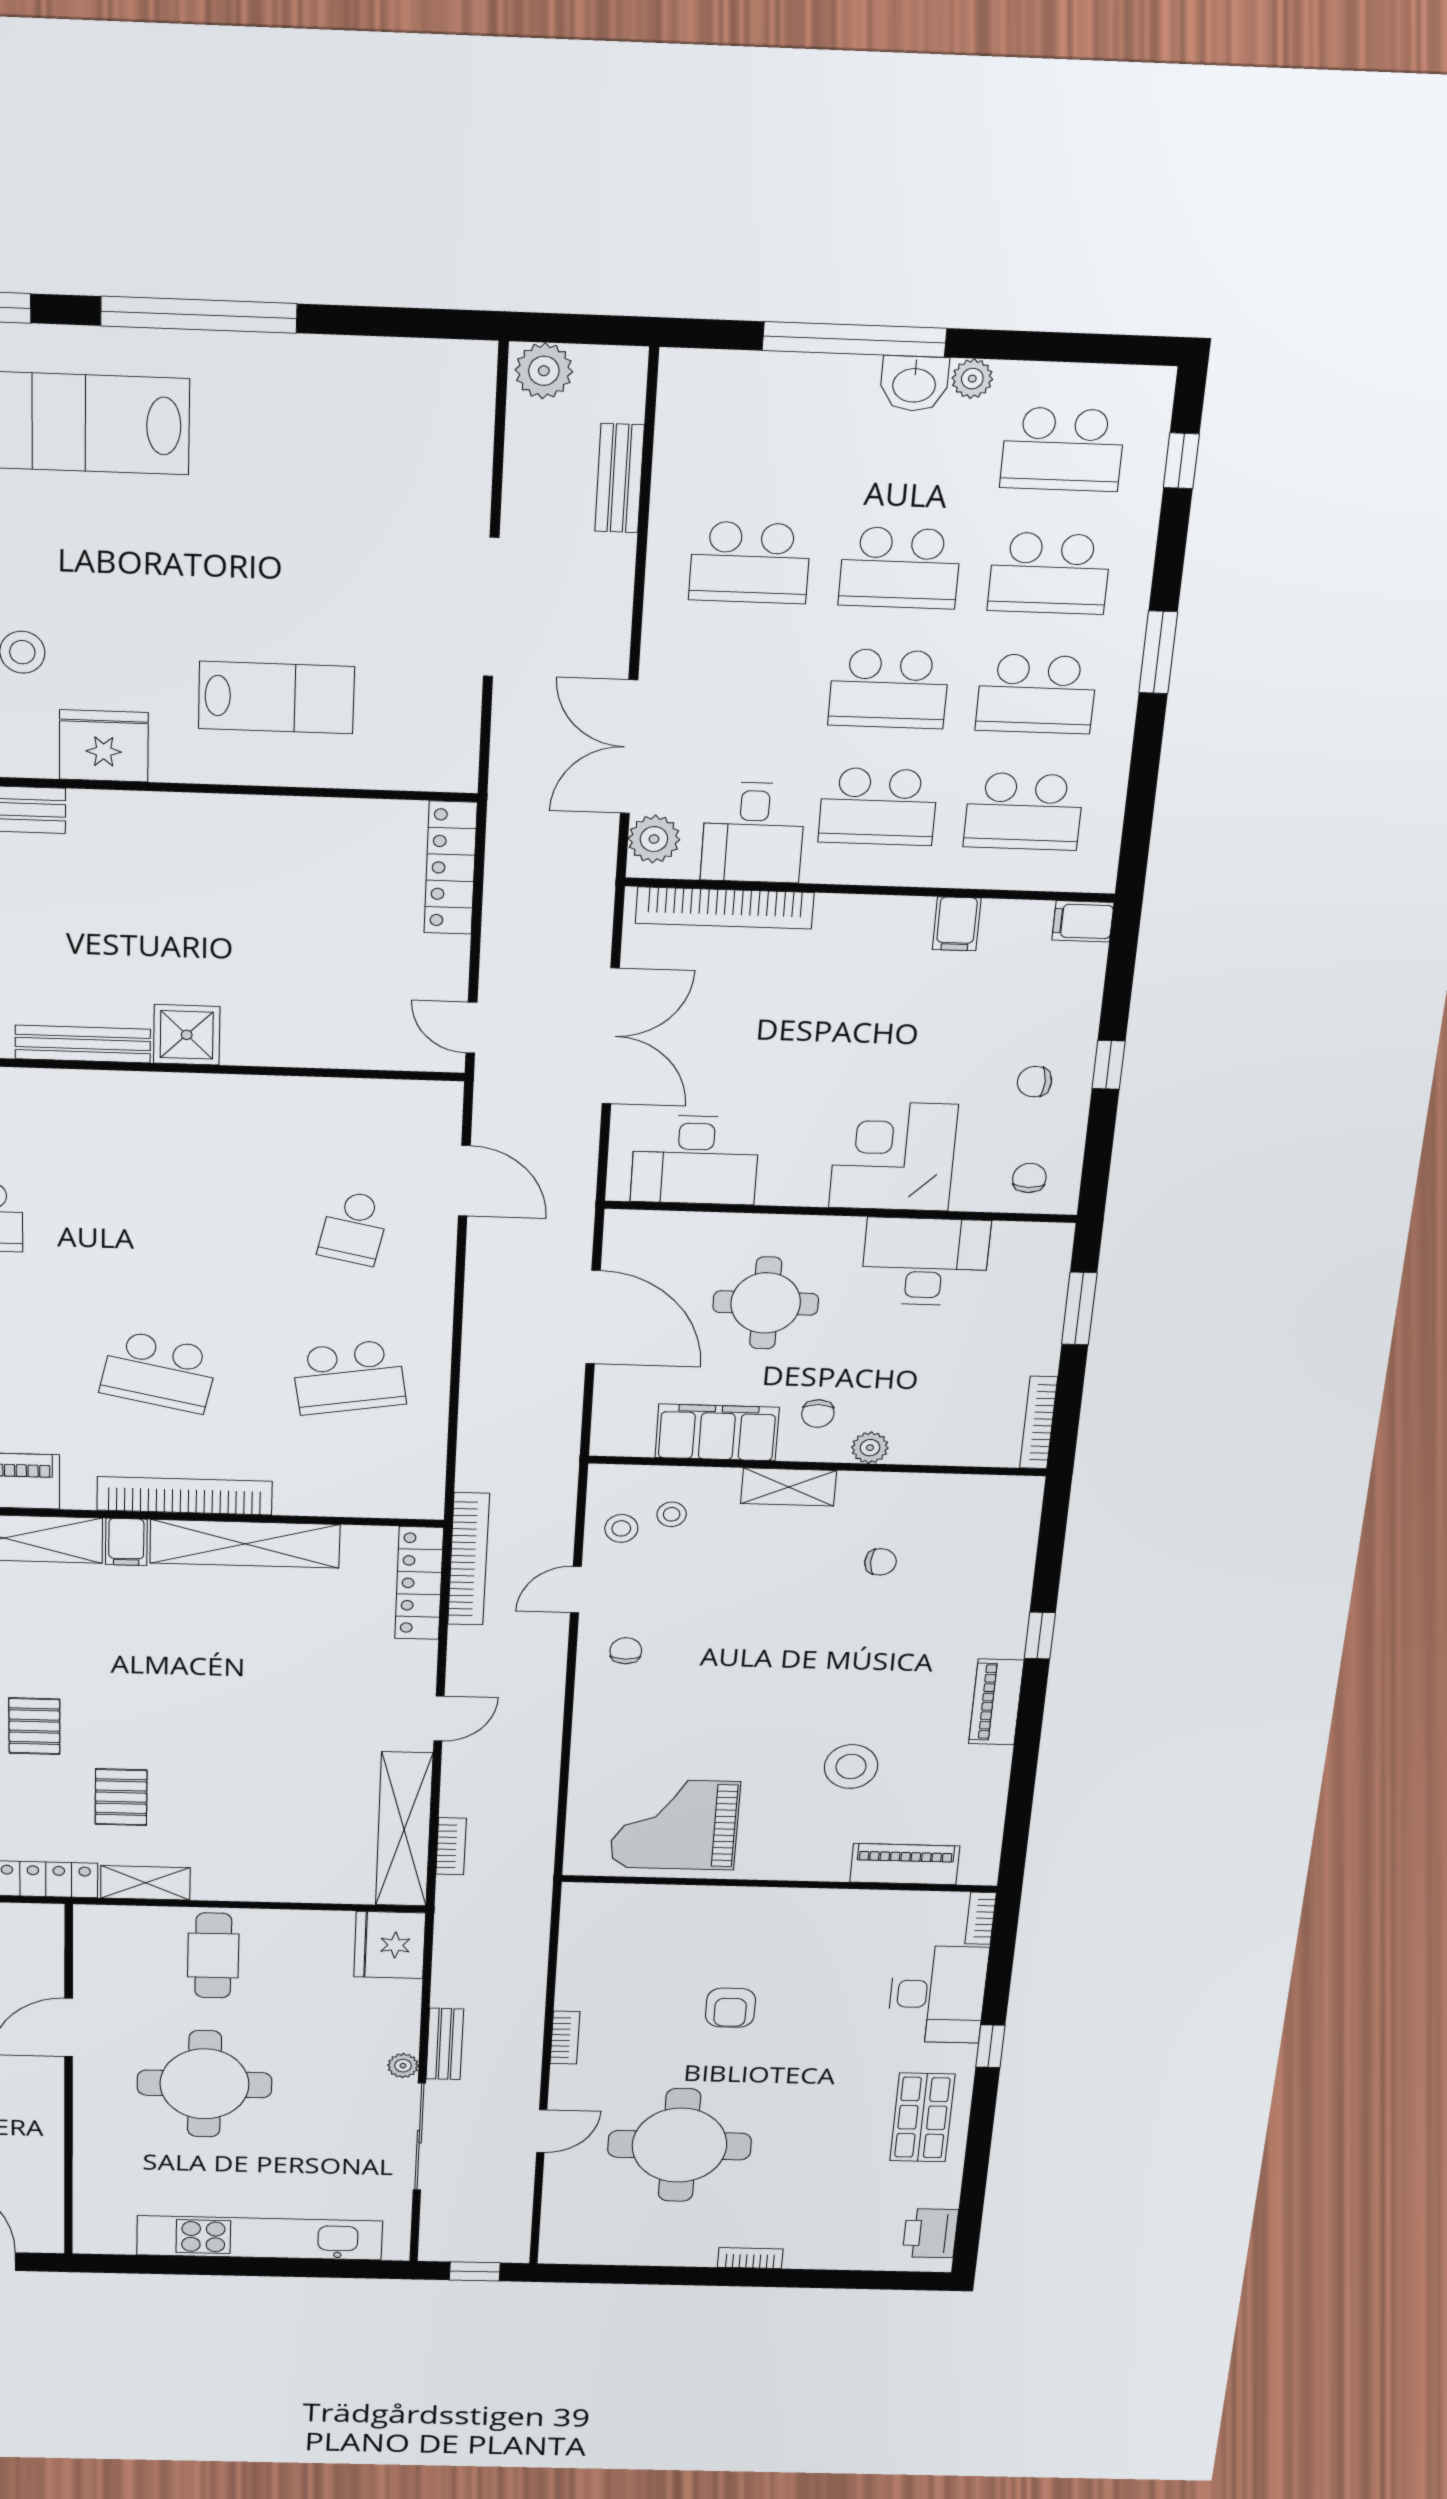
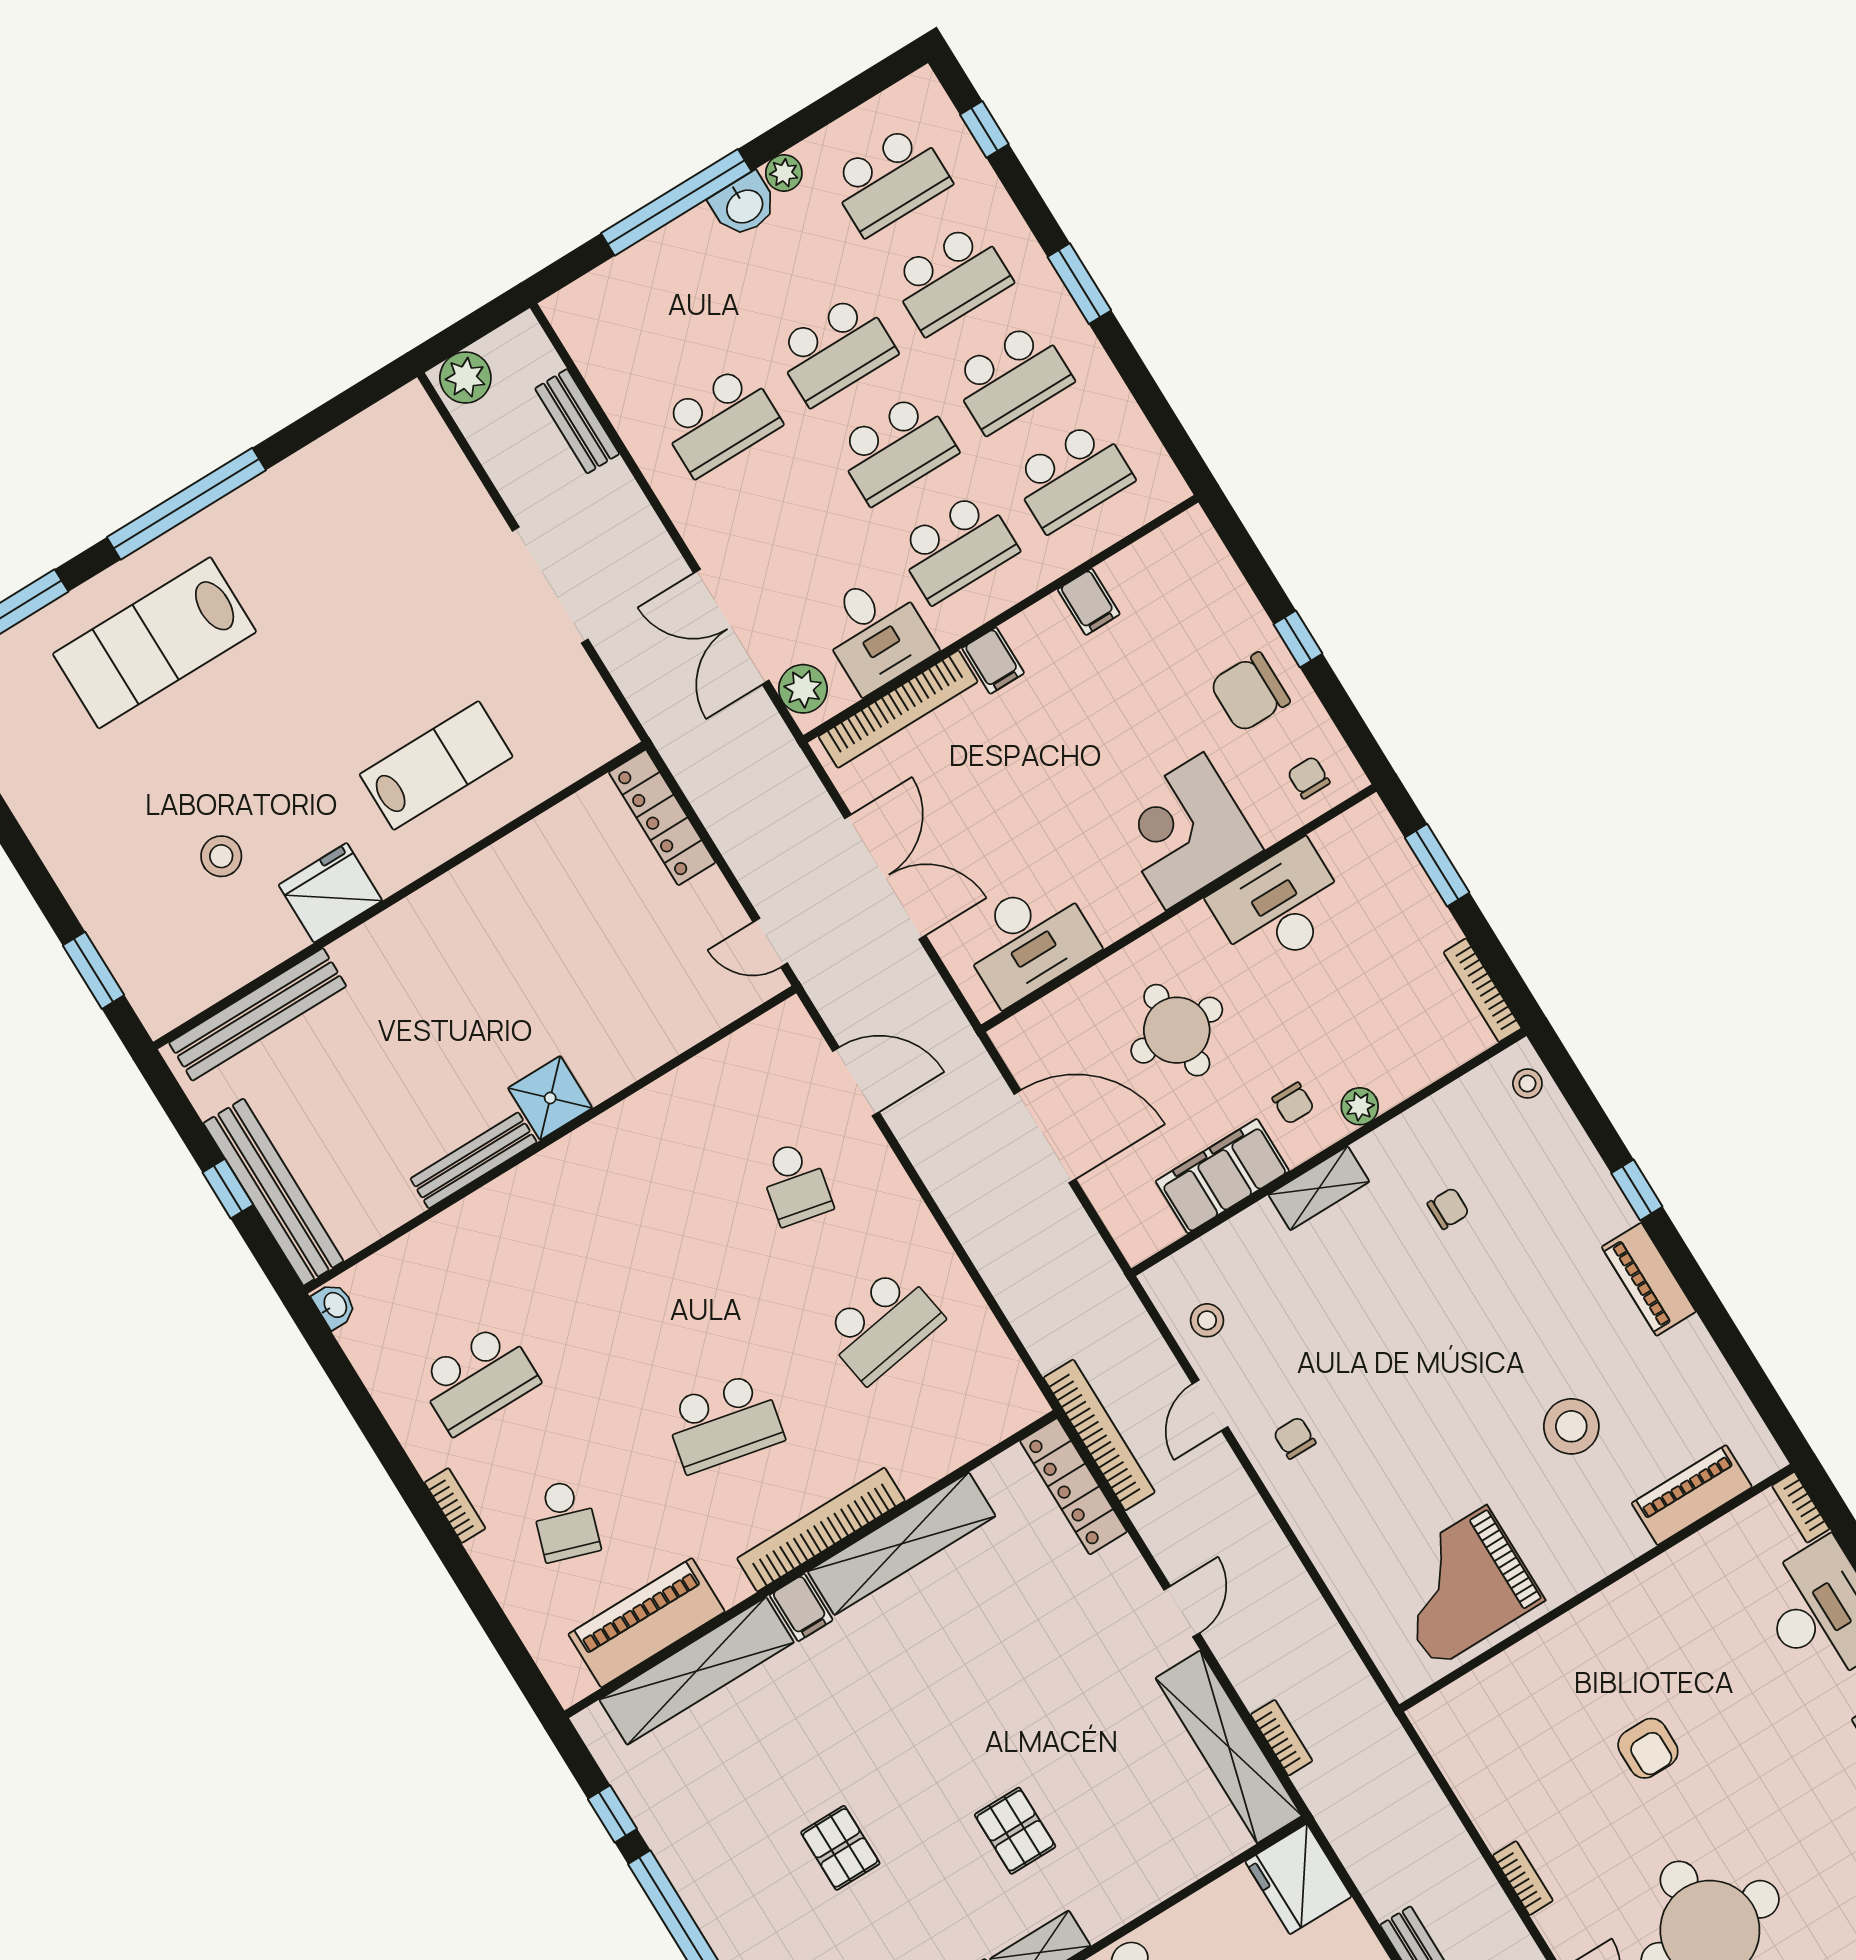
filing cabinet: (1083, 921) -> (993, 661), moved, turned -90
chair: (1035, 1082) -> (1250, 692), width x1.87, depth x1.87
stool: (672, 1514) -> (1527, 1084), moved
pallet: (121, 1797) -> (1015, 1831), moved

